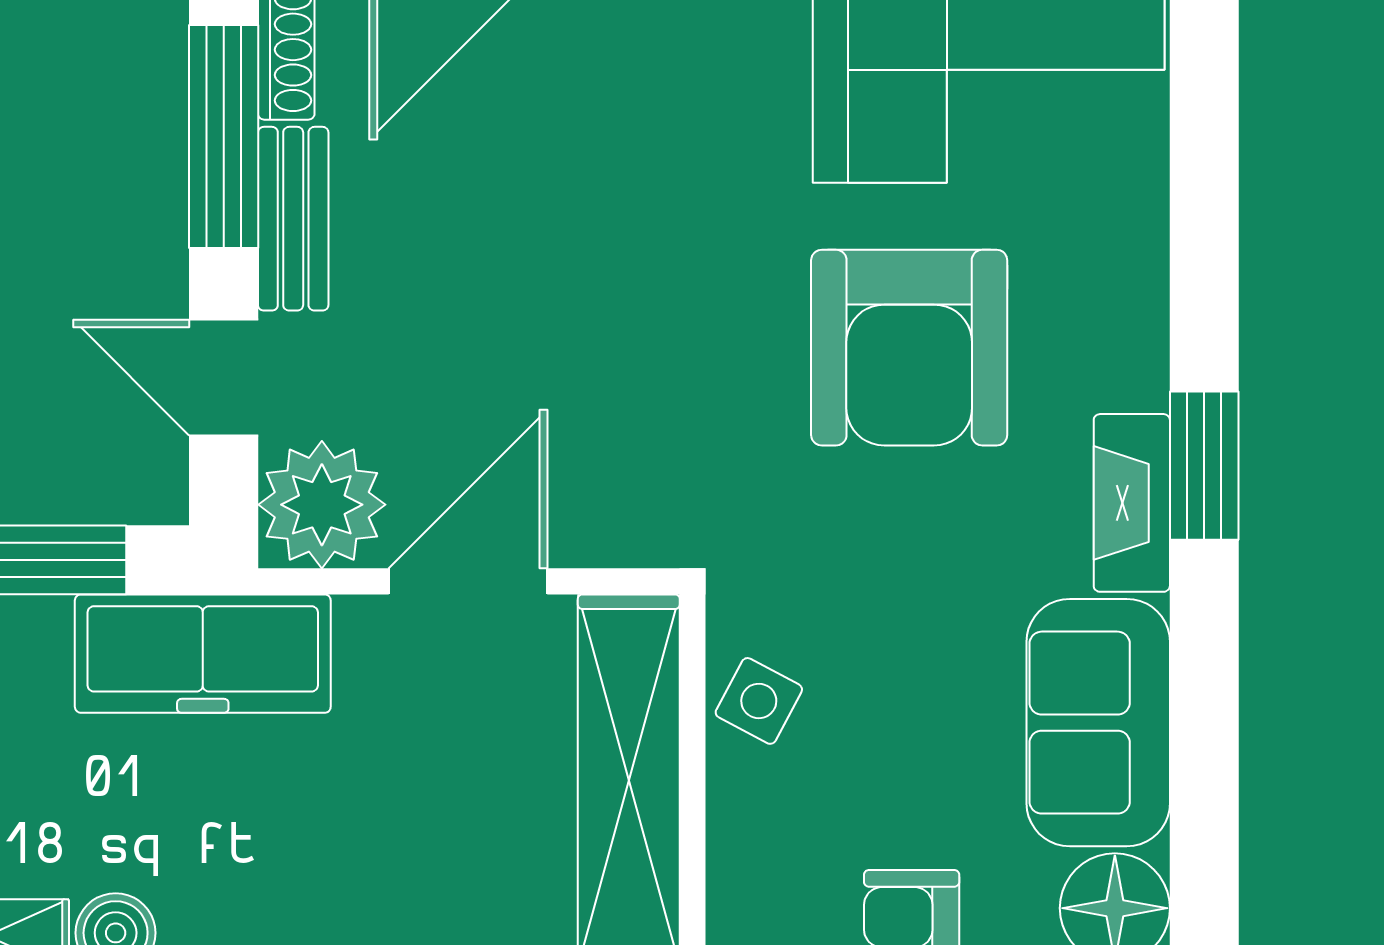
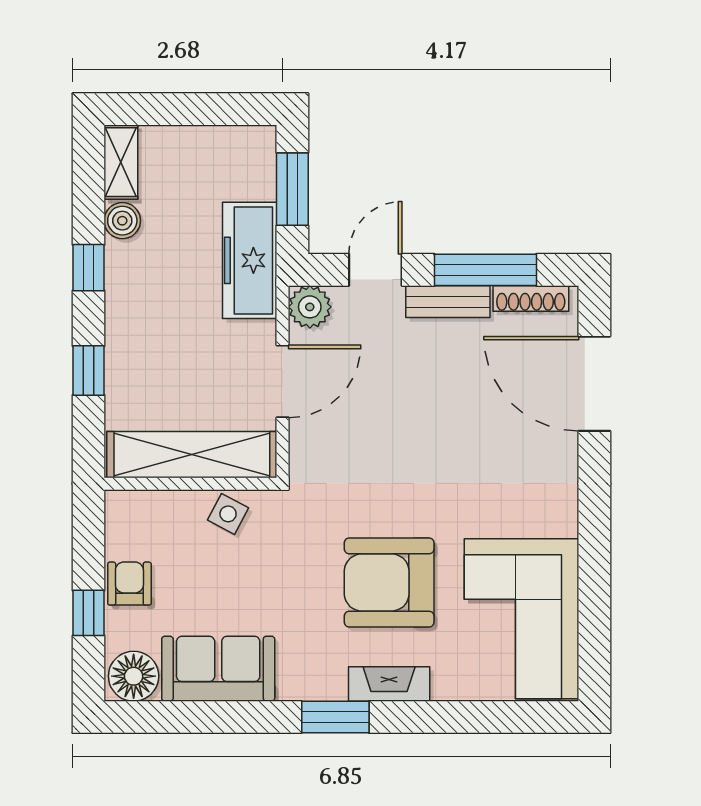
fireplace: (1132, 503) -> (389, 684), moved
plant: (322, 505) -> (310, 307), width x0.73, depth x0.73
door: (468, 581) -> (283, 381), hinge flipped

